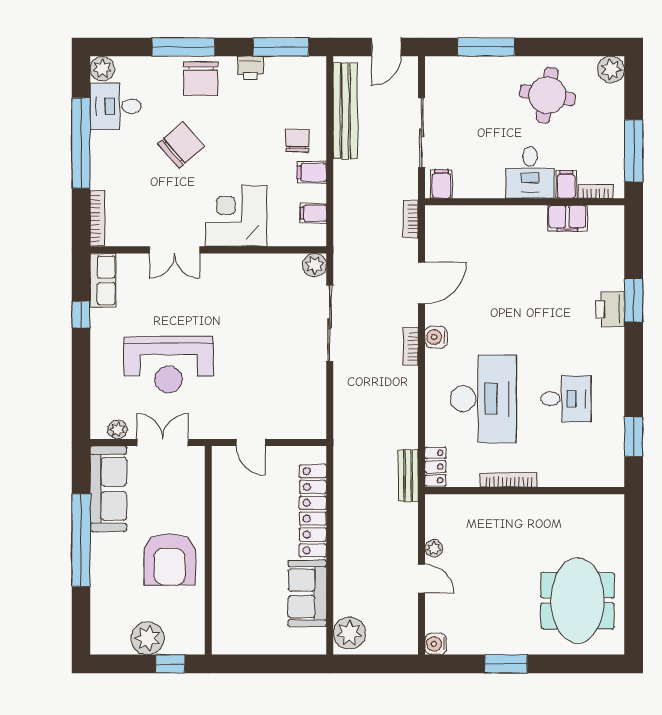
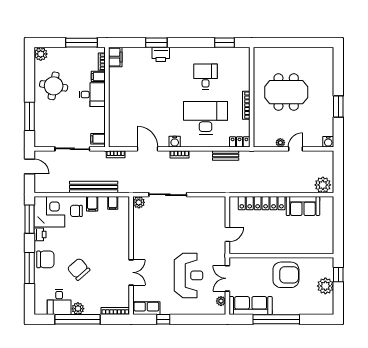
plant: (102, 69) -> (78, 309), moved
bench: (345, 111) -> (94, 187), moved
corner desk: (236, 216) -> (49, 212), moved, turned 180
filing cabinet: (567, 218) -> (115, 57), moved
bench: (408, 476) -> (226, 155), moved
meeting table: (578, 600) -> (286, 92), moved

